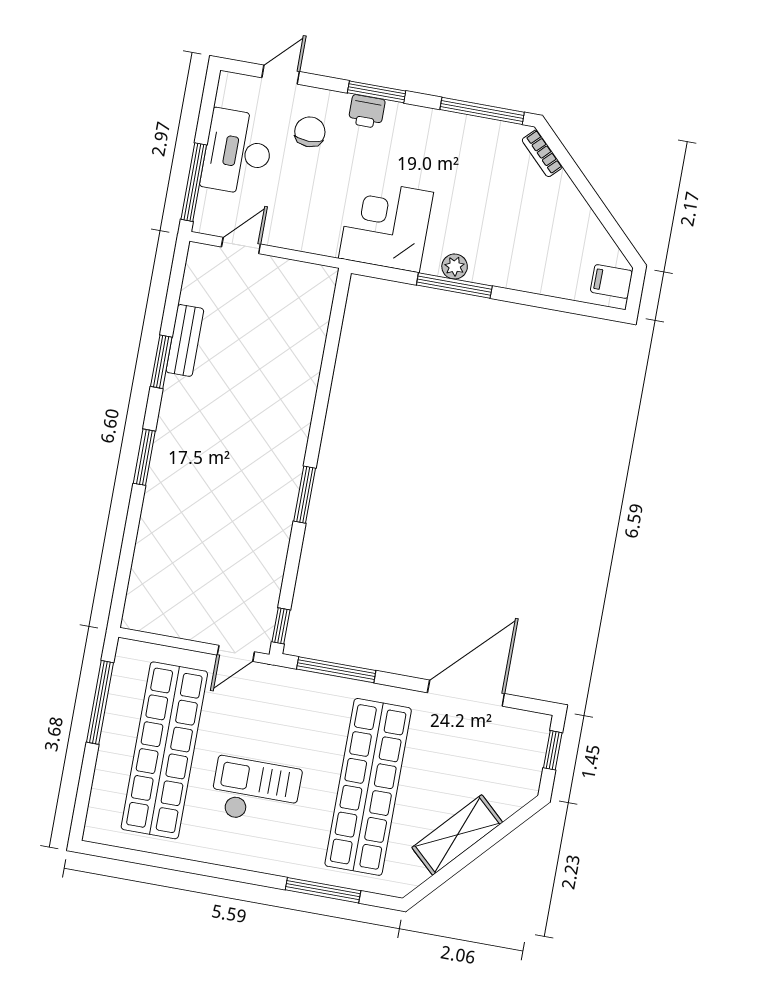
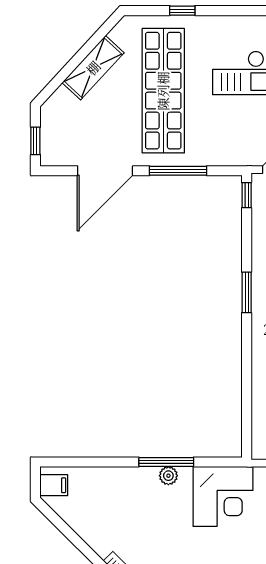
window: (336, 670) -> (178, 171), moved
window: (323, 890) -> (182, 11), width x0.46

